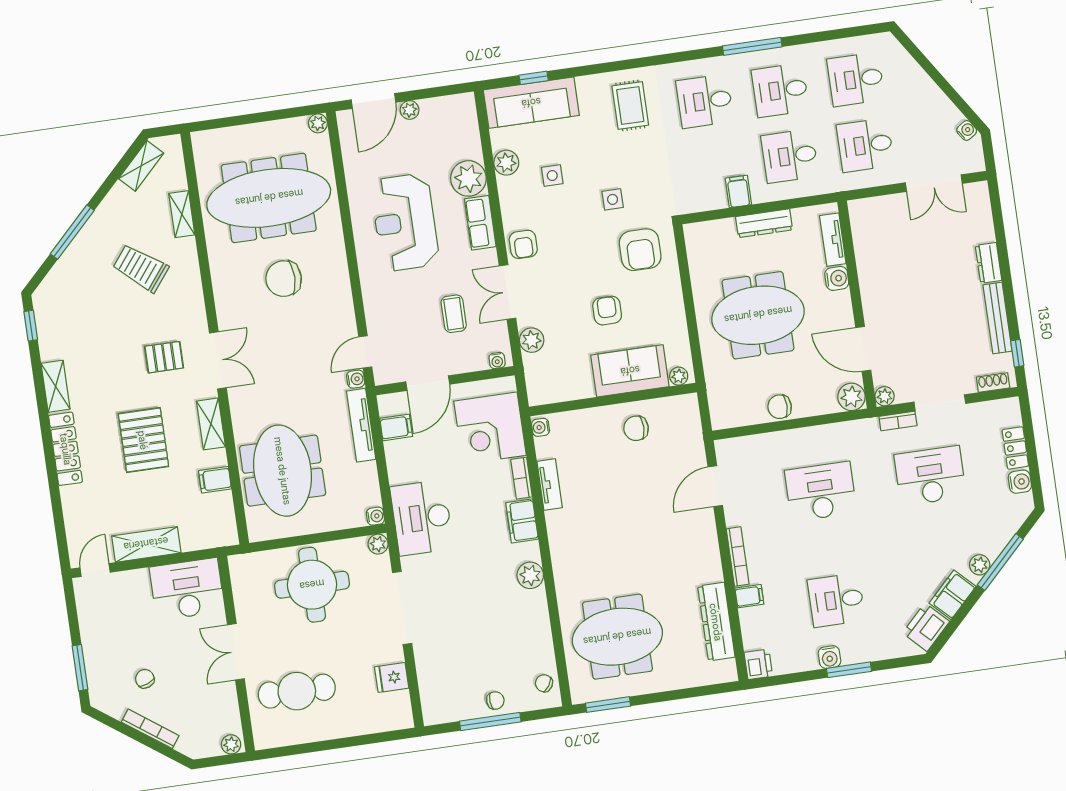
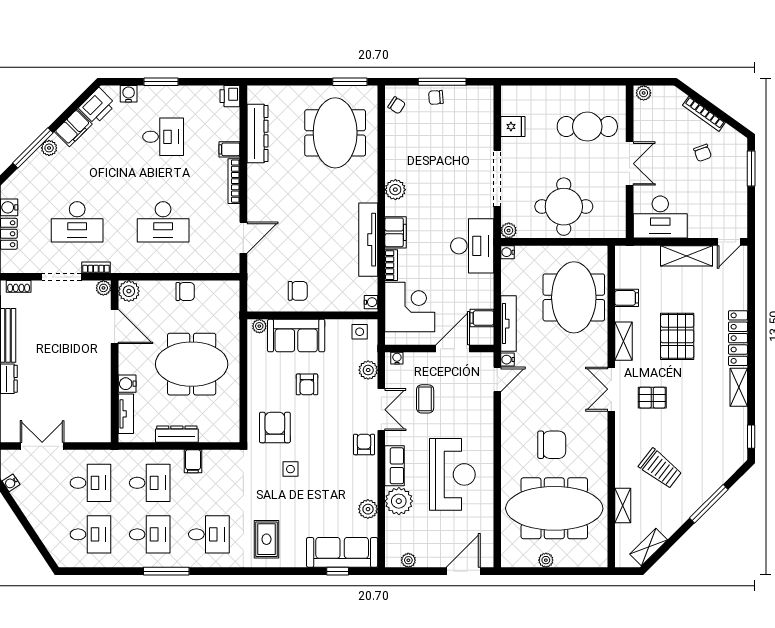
plant: (410, 110) -> (408, 560), moved
plant: (318, 123) -> (546, 560), moved
side table: (552, 176) -> (360, 332), moved
tv unit: (550, 484) -> (368, 240), width x1.92, depth x1.29
meeting table: (617, 637) -> (335, 133), turned 90
water cooler: (829, 657) -> (129, 94), moved

